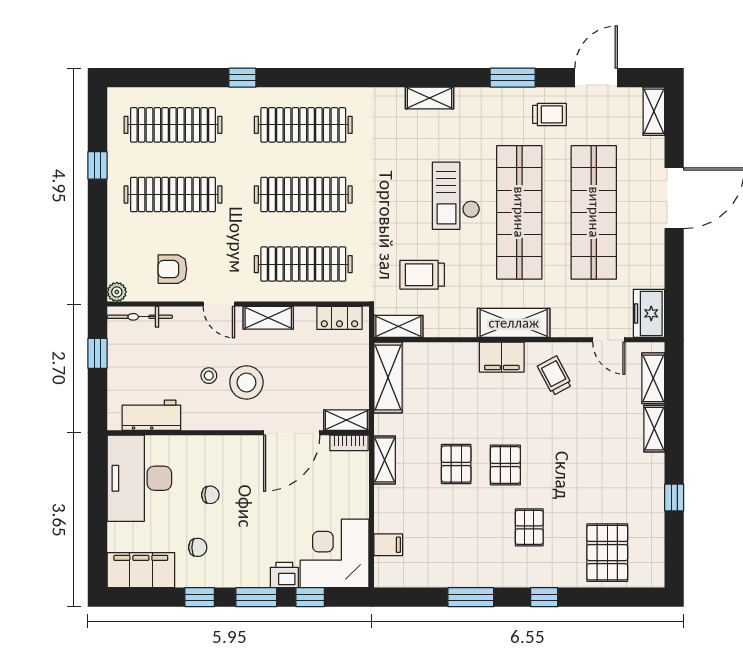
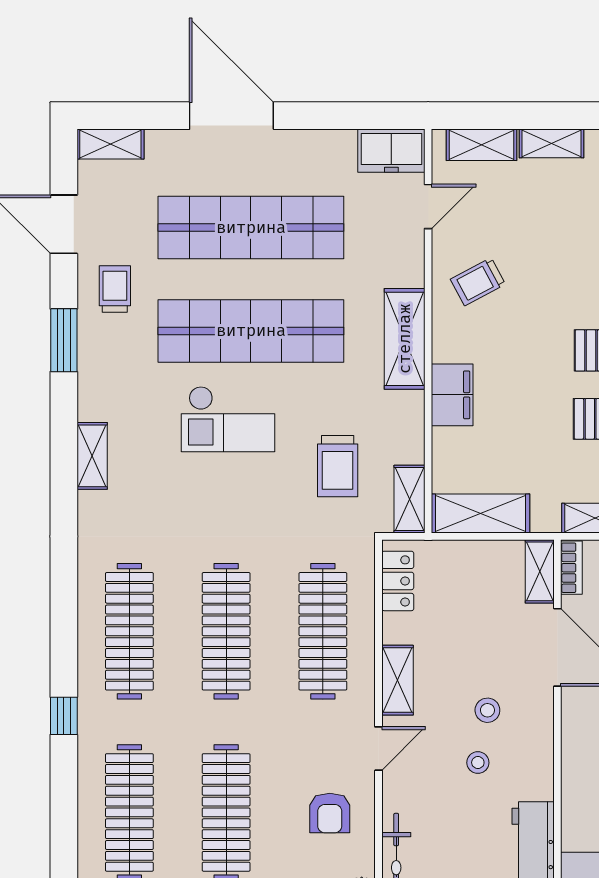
filing cabinet: (502, 357) -> (452, 395), moved
stool: (246, 382) -> (487, 710), width x0.53, depth x0.53

